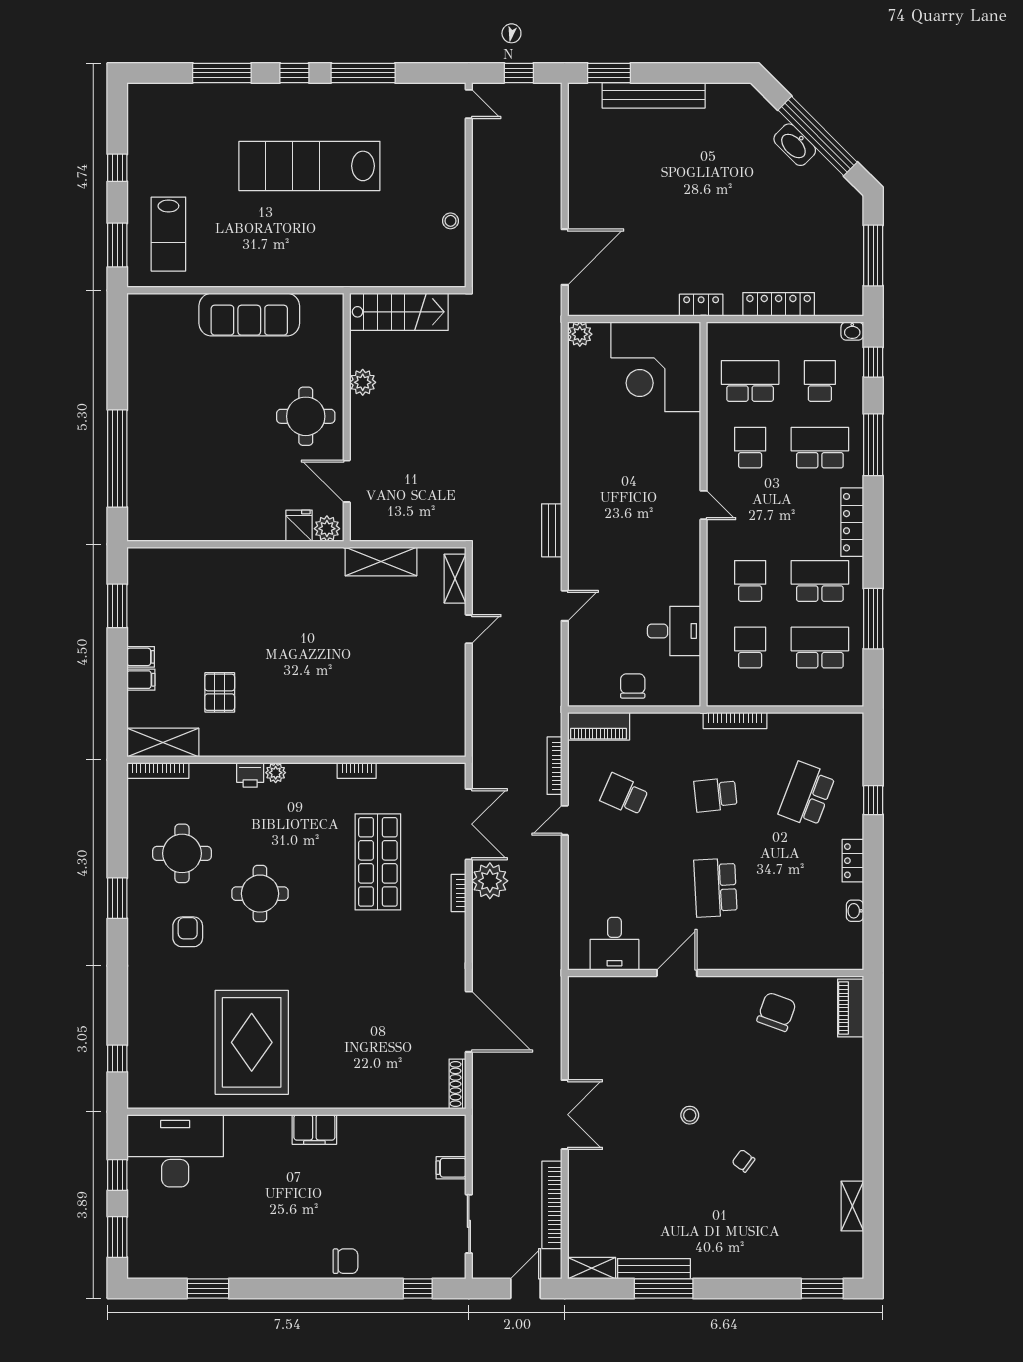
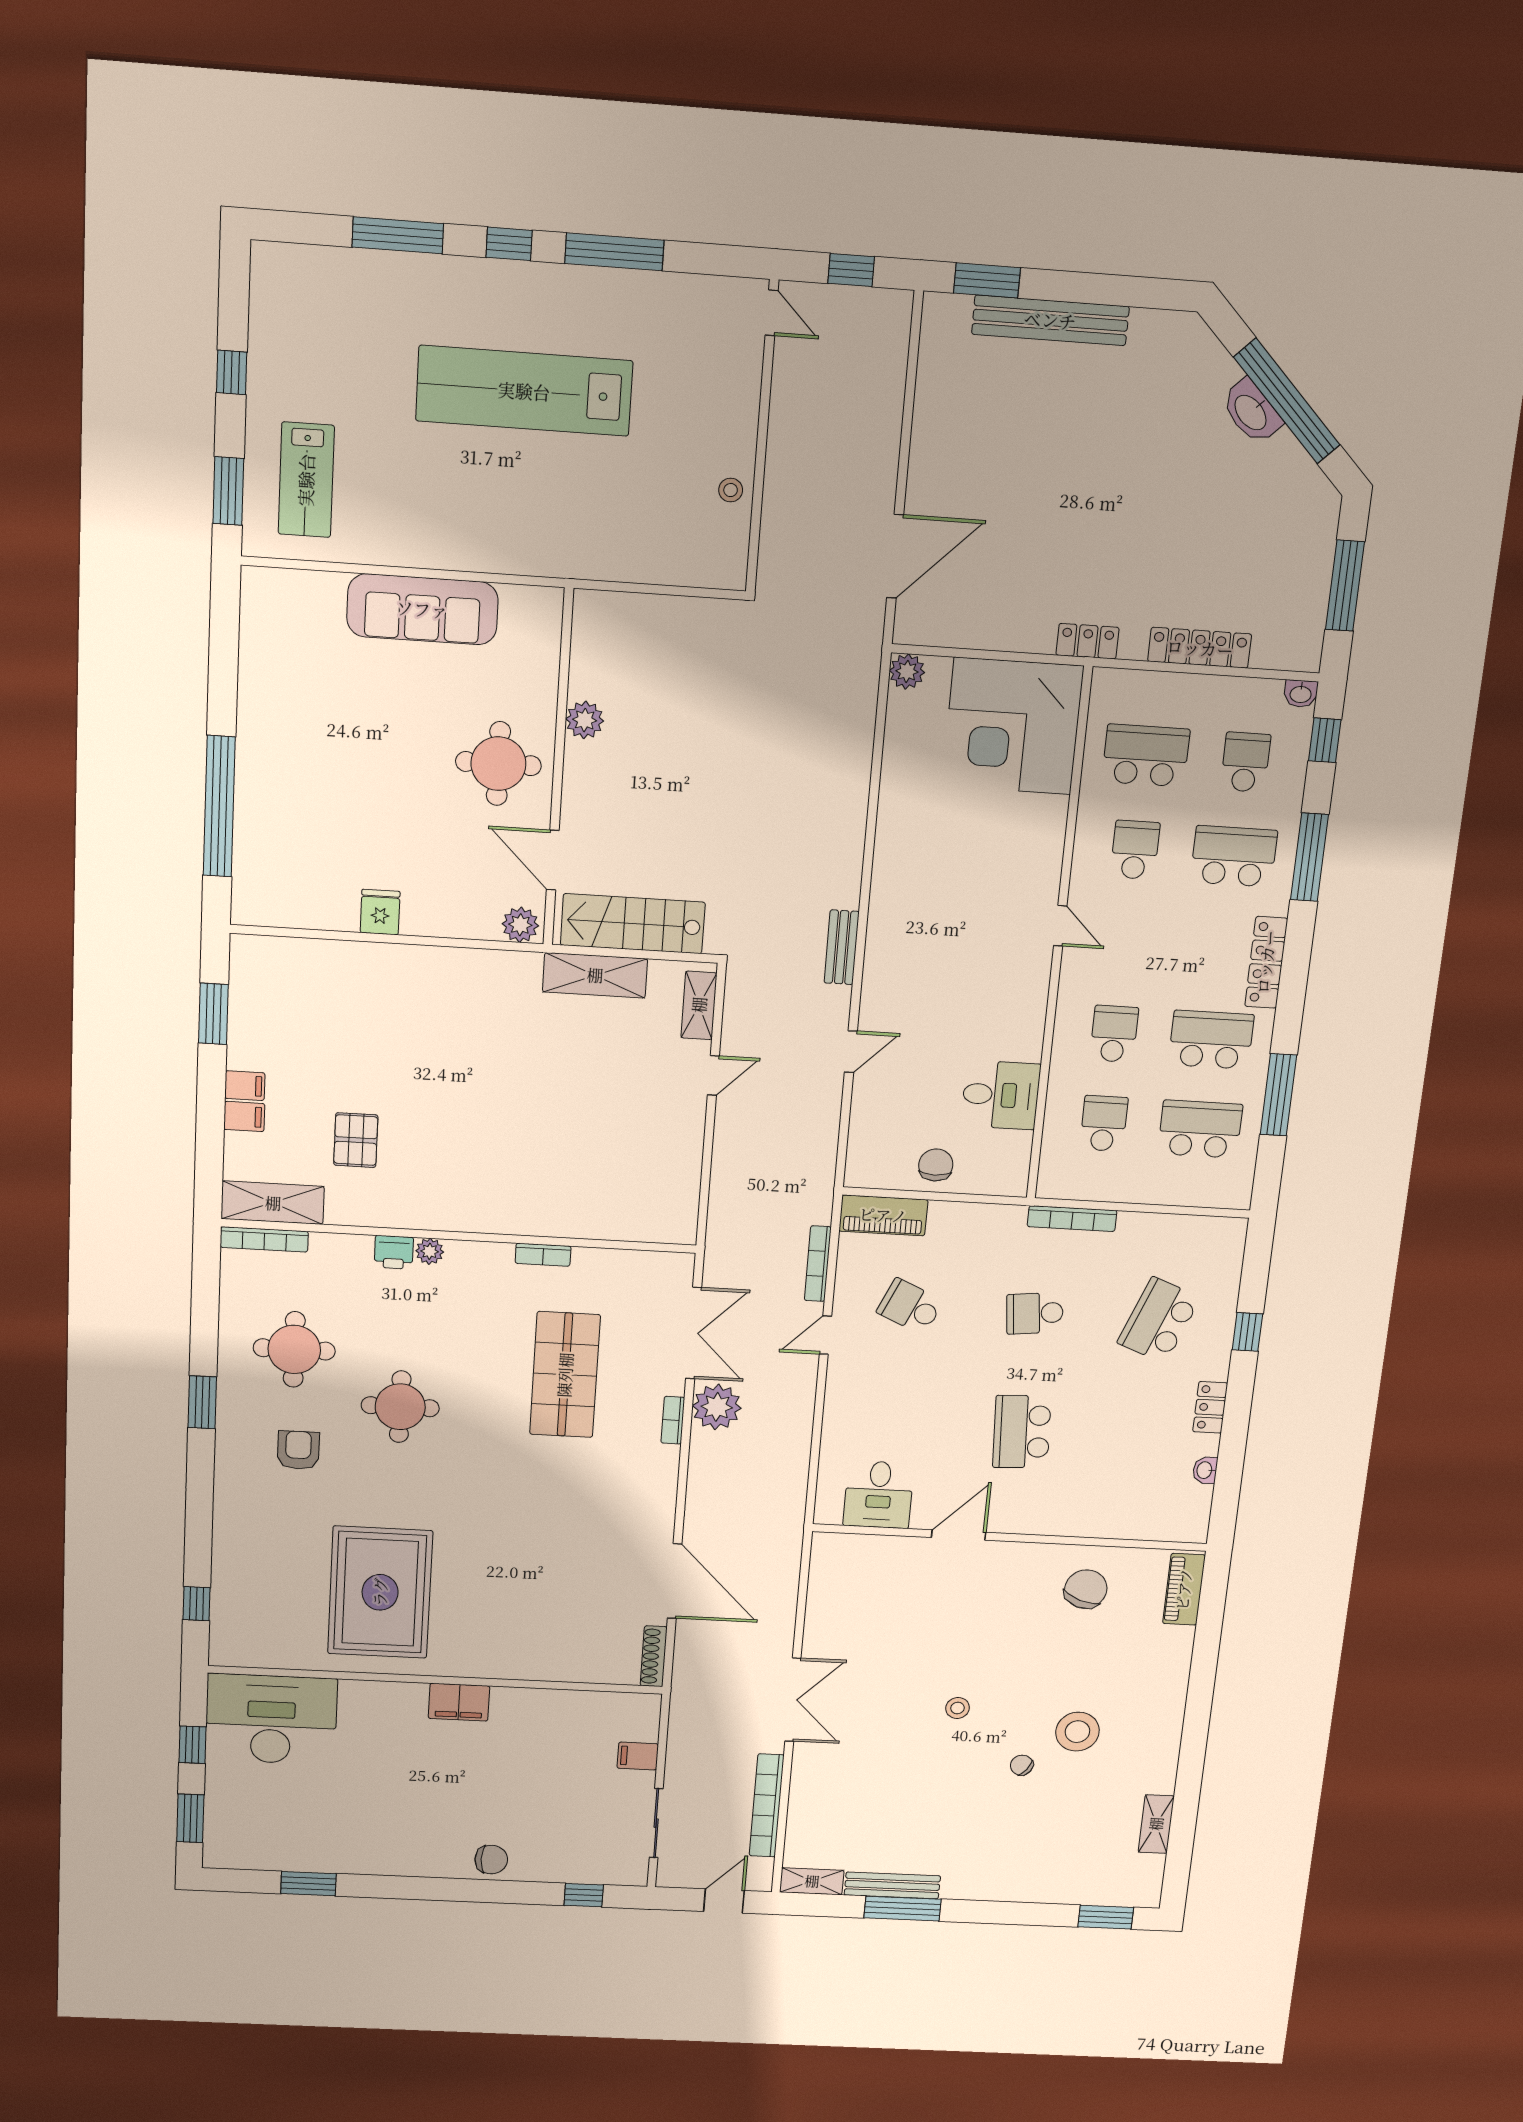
stairs: (399, 312) -> (633, 924), moved, turned 180
fridge: (299, 526) -> (380, 912), moved
stool: (783, 1130) -> (1077, 1732), added

